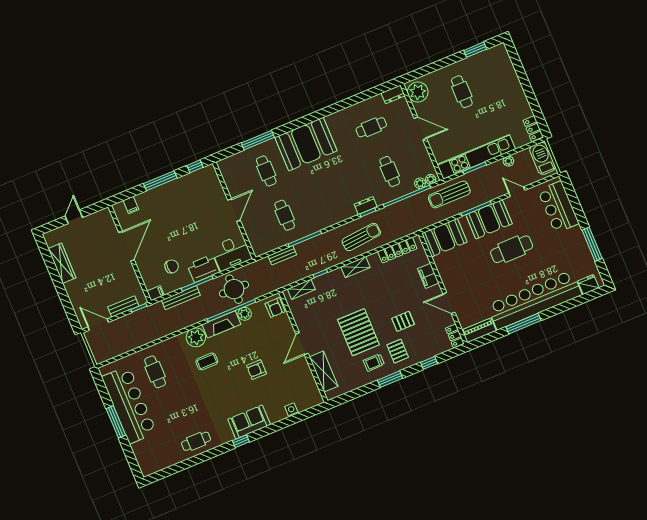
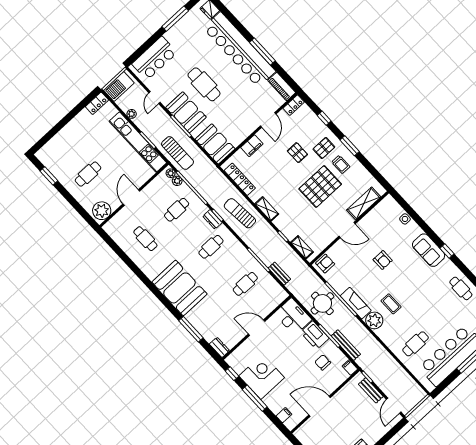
dresser: (393, 94) -> (219, 347), moved
cafe table: (266, 171) -> (211, 247), moved
corner desk: (180, 196) -> (262, 377), added
plant: (245, 314) -> (340, 287), removed

